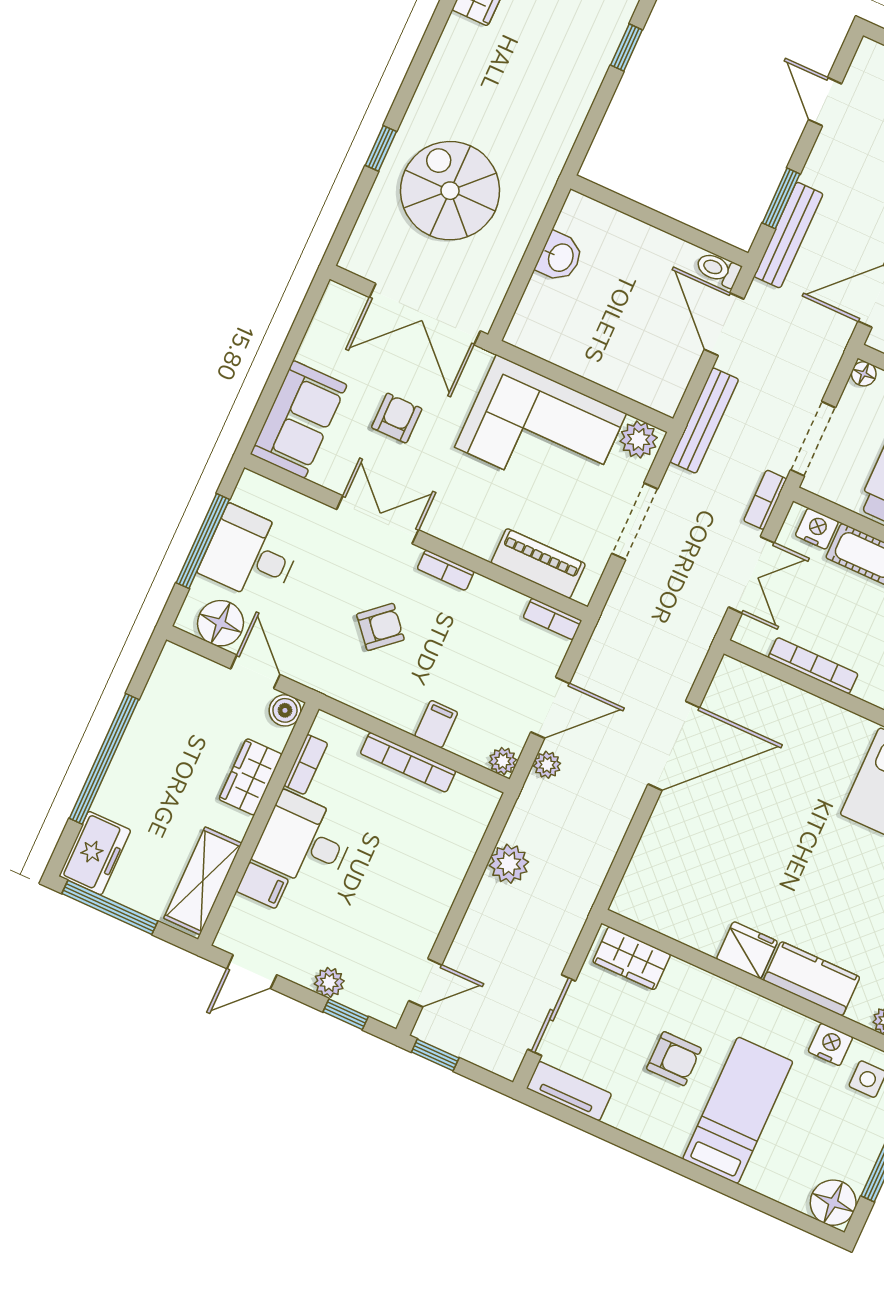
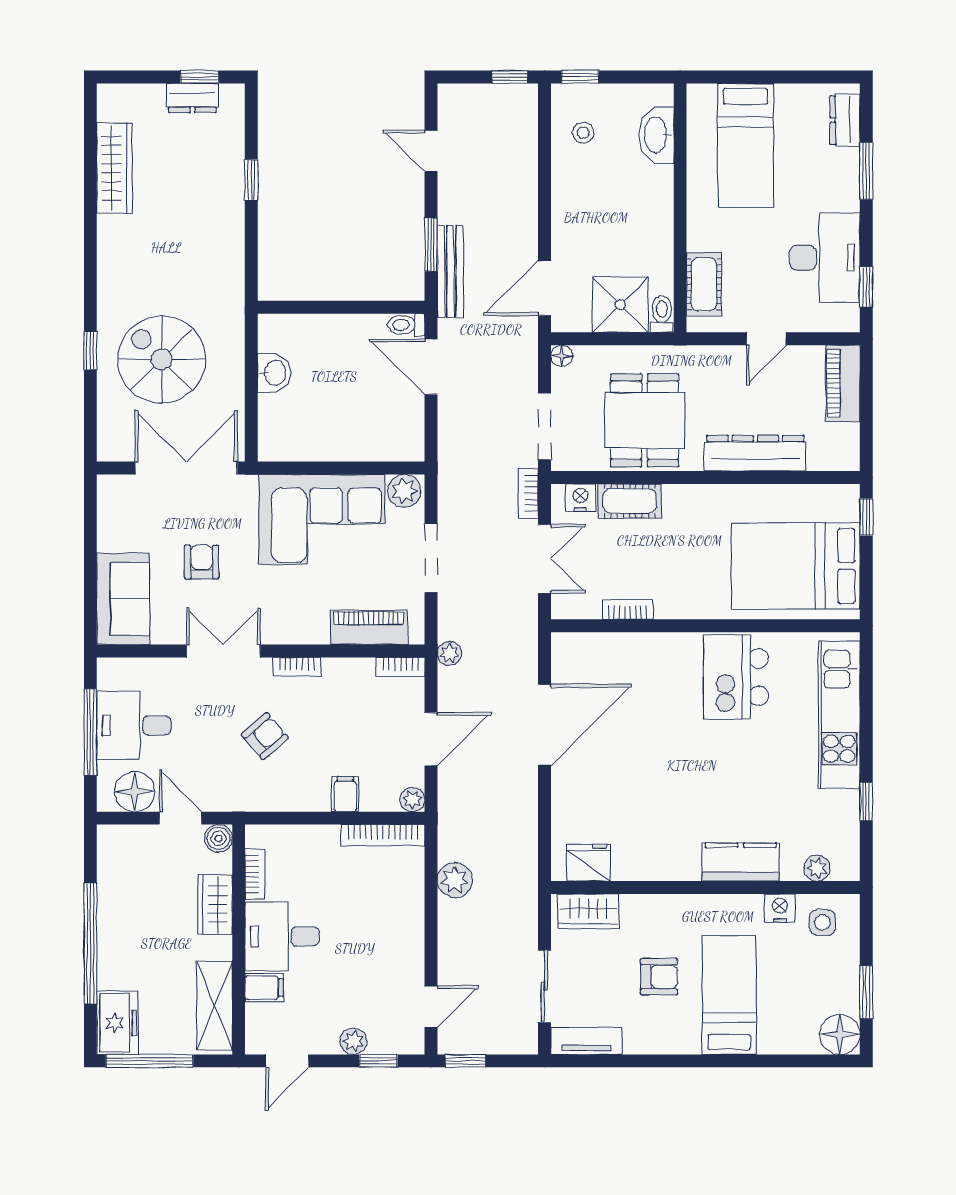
double door: (425, 314) -> (186, 468), swing flipped
bench: (704, 420) -> (450, 452), removed
bookcase: (813, 666) -> (628, 609), width x0.64
bookcase: (408, 762) -> (383, 835), moved
plant: (547, 765) -> (449, 654), moved
fridge: (747, 950) -> (588, 863), moved

